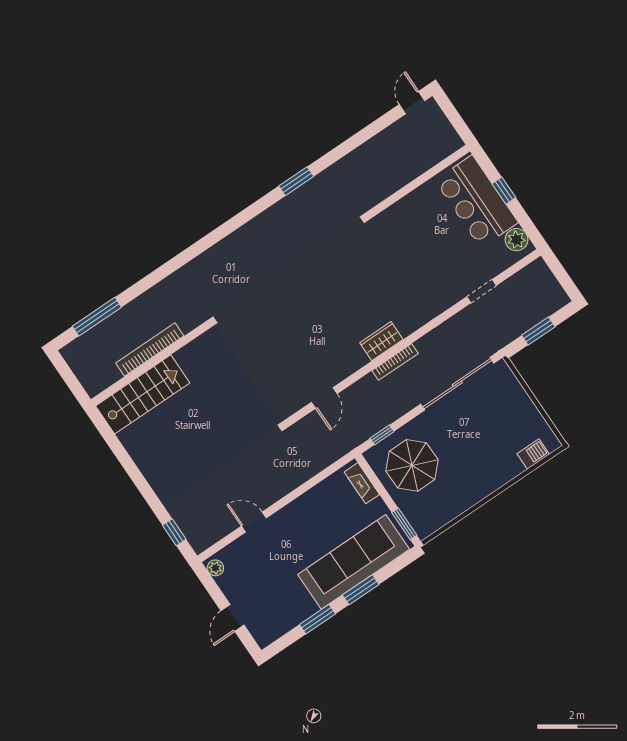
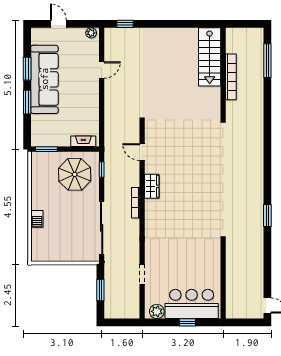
wardrobe: (381, 341) -> (152, 186), moved
barbecue: (533, 454) -> (37, 219), moved
sofa: (354, 562) -> (44, 79), moved

